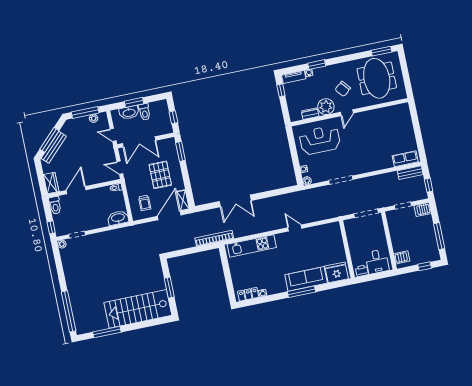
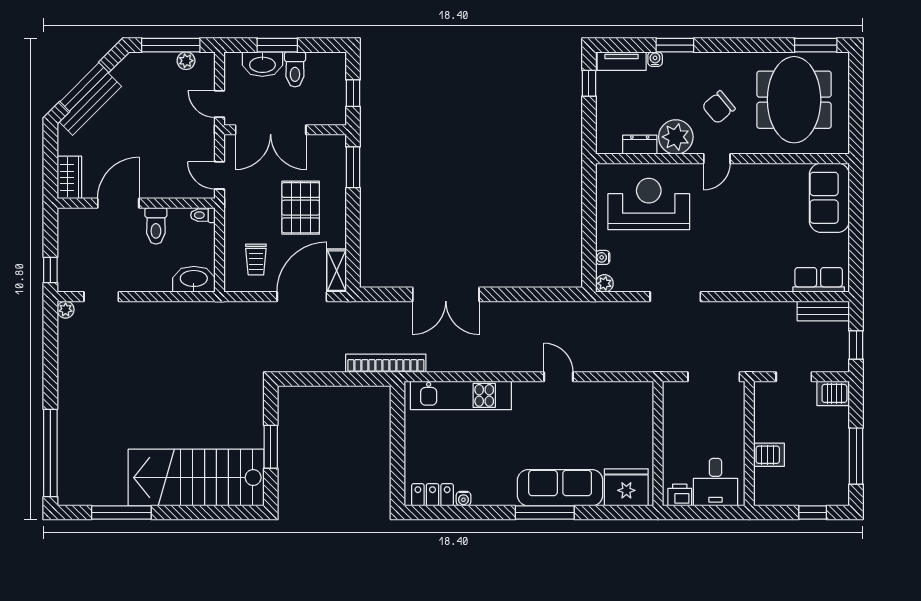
sofa: (402, 120) -> (829, 198), added
toilet: (55, 205) -> (156, 226), moved
server rack: (402, 257) -> (769, 455), moved

